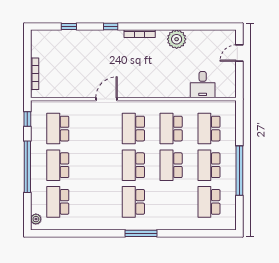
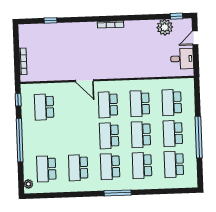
window: (111, 26) -> (176, 16), moved
plant: (177, 39) -> (165, 27), moved
desk: (203, 85) -> (182, 59), moved, turned -90
door: (107, 99) -> (84, 81), swing flipped
school desk: (58, 165) -> (78, 168), moved
school desk: (171, 202) -> (142, 166), added

